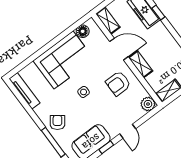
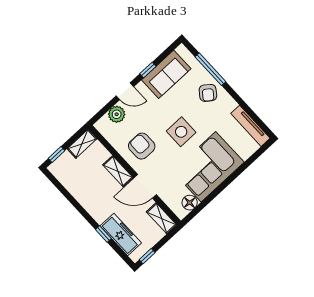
armchair: (118, 83) -> (142, 146), turned -90
side table: (84, 92) -> (181, 132), width x1.87, depth x1.87
plant: (148, 104) -> (117, 114), moved
door: (128, 131) -> (125, 91), swing flipped

